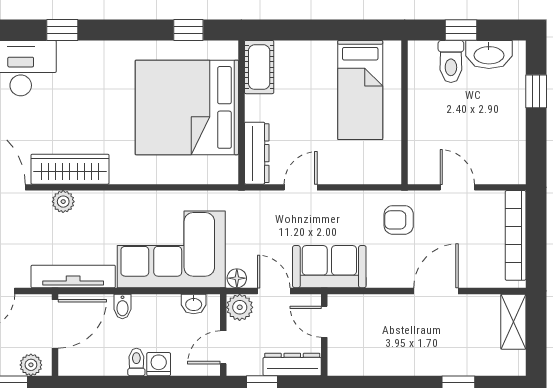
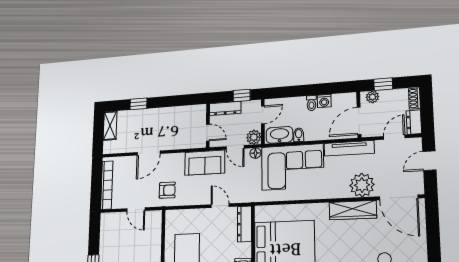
door: (301, 187) -> (220, 206), swing flipped
plant: (63, 202) -> (362, 185), width x1.87, depth x1.87
washbasin: (194, 304) -> (279, 135), width x1.91, depth x1.45
bidet: (122, 306) -> (299, 135), moved
shelving: (513, 322) -> (110, 126), moved
washing machine: (159, 364) -> (324, 101), moved

